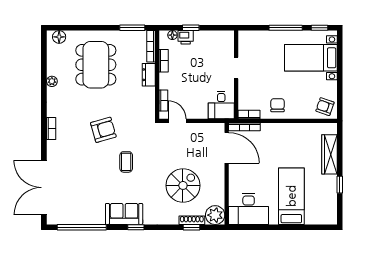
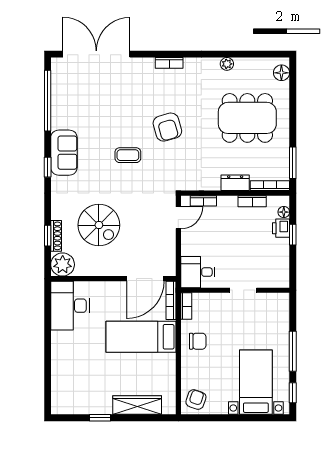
bed: (291, 196) -> (141, 337), moved, turned 180

